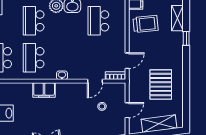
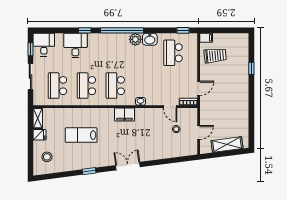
shelving: (177, 18) -> (244, 50), removed
school desk: (34, 21) -> (115, 53), removed
door: (95, 81) -> (170, 107), hinge flipped
pallet: (161, 84) -> (229, 110), removed

